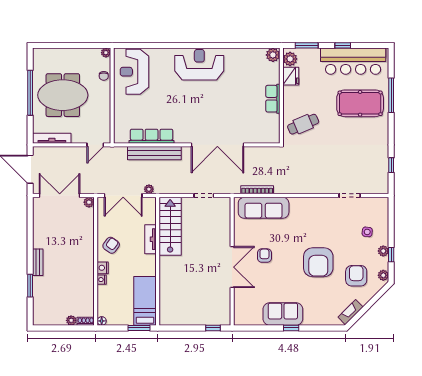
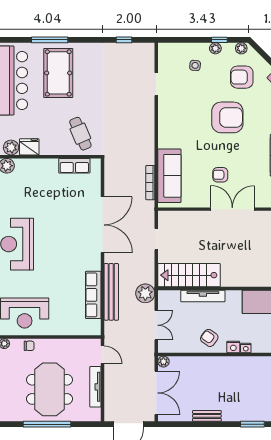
row of seats: (273, 99) -> (74, 166), moved
tv unit: (52, 138) -> (95, 387), moved
plant: (149, 189) -> (145, 293), width x1.88, depth x1.88
double door: (60, 196) -> (156, 393), swing flipped
double door: (123, 196) -> (156, 325), width x0.73
tv unit: (150, 239) -> (203, 296), width x1.41
bench: (38, 262) -> (207, 416), moved

